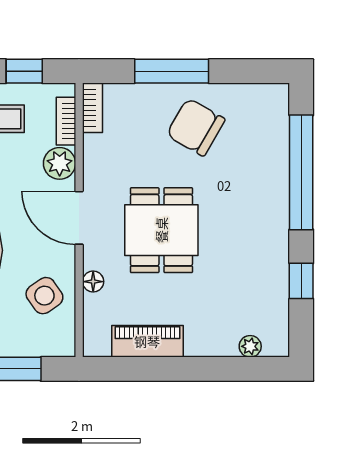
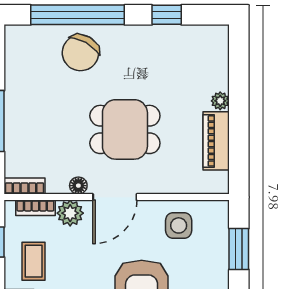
chair: (196, 127) -> (80, 53), moved
floor lamp: (93, 282) -> (78, 186), moved
side table: (44, 296) -> (179, 225), turned 35
plant: (250, 346) -> (220, 101), moved

